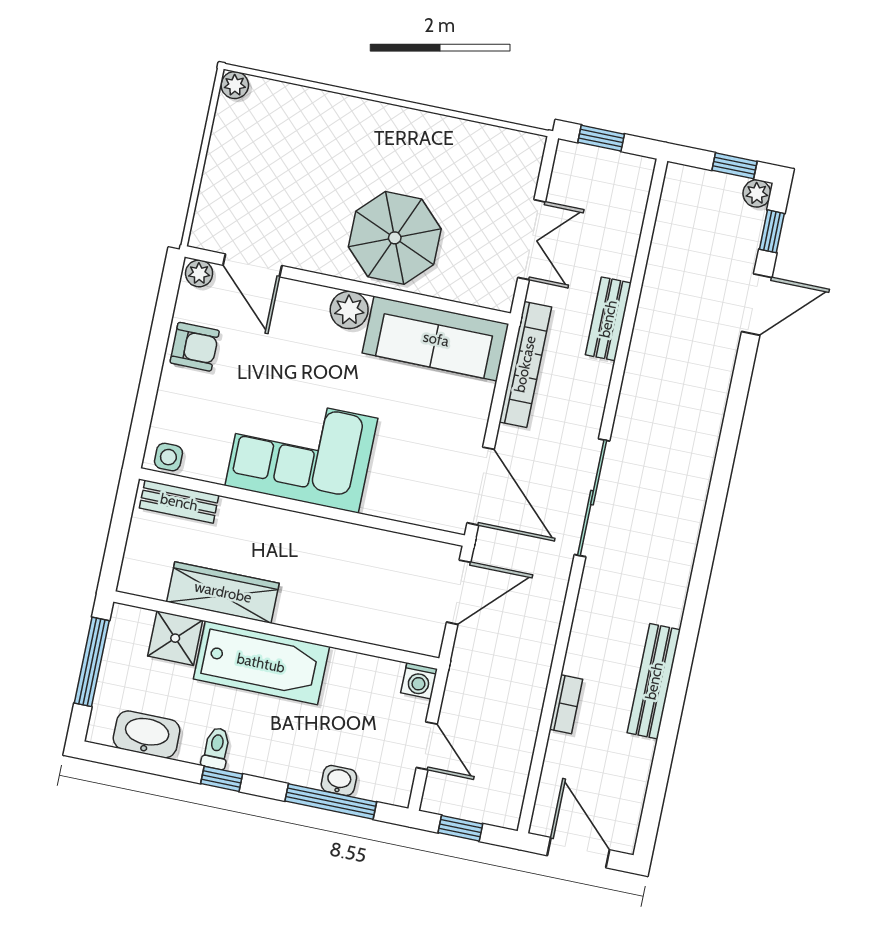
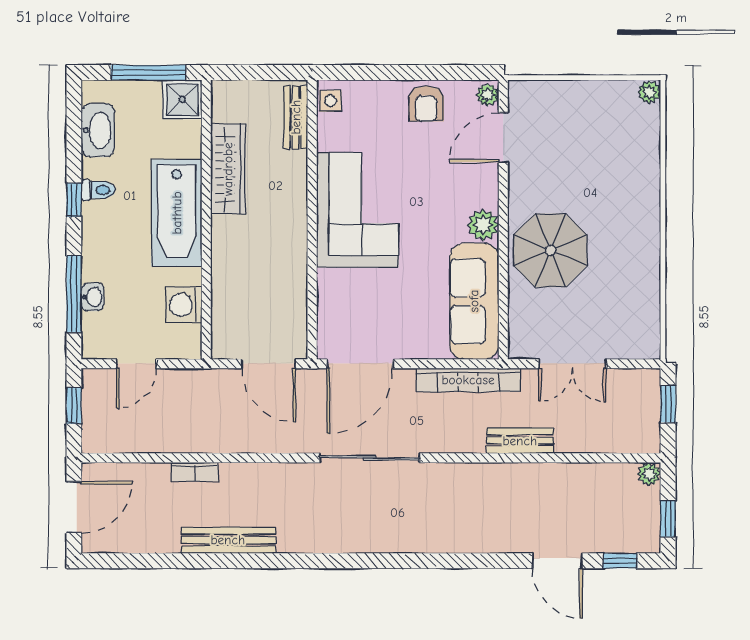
plant: (757, 193) -> (649, 474), moved
shower: (175, 638) -> (182, 100), moved
washing machine: (419, 681) -> (184, 305), moved, width x1.38, depth x1.38

